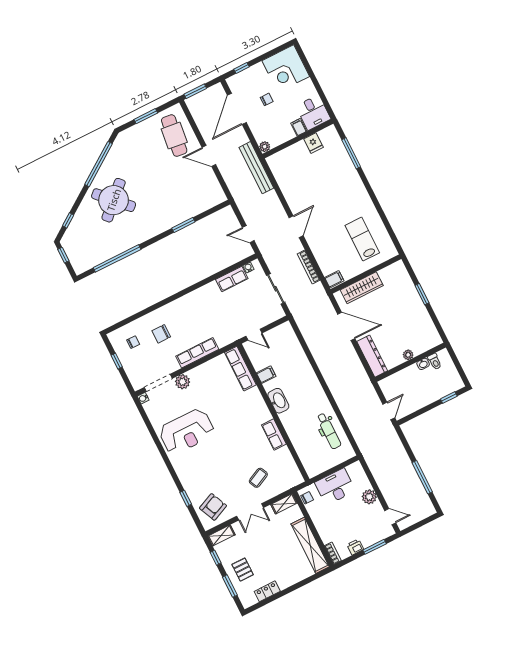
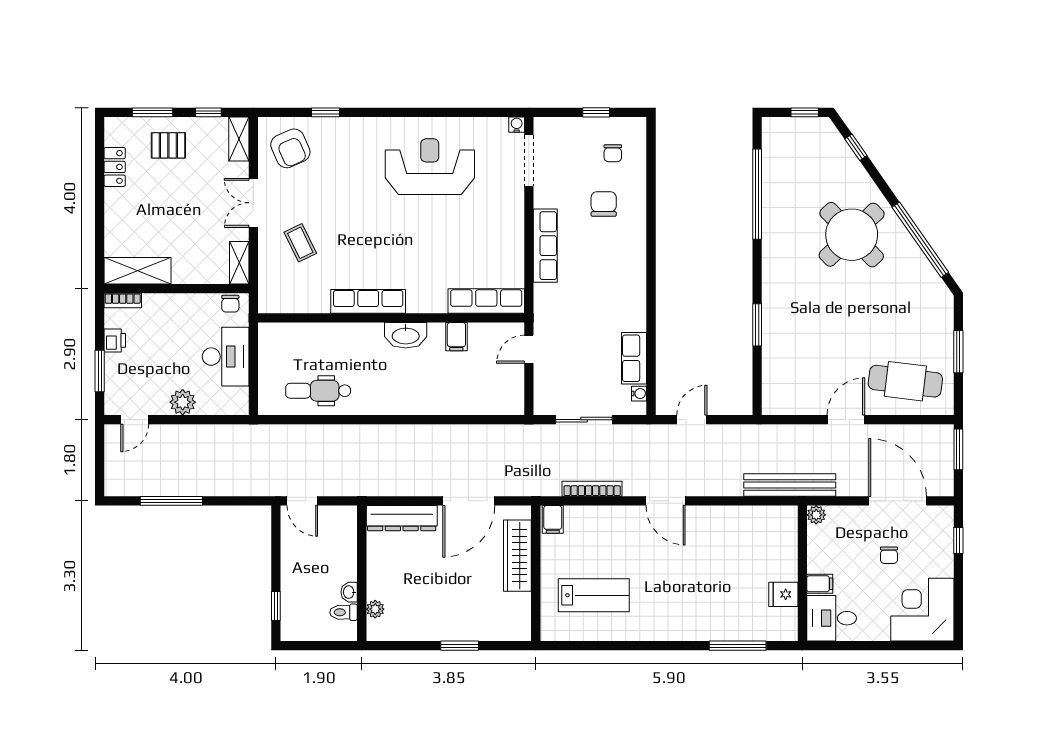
plant: (408, 355) -> (375, 609), moved
plant: (183, 382) -> (511, 200), removed
reception desk: (187, 431) -> (430, 167), turned 90
row of seats: (274, 435) -> (368, 301), width x1.48
shelving: (310, 545) -> (137, 271), width x0.68

